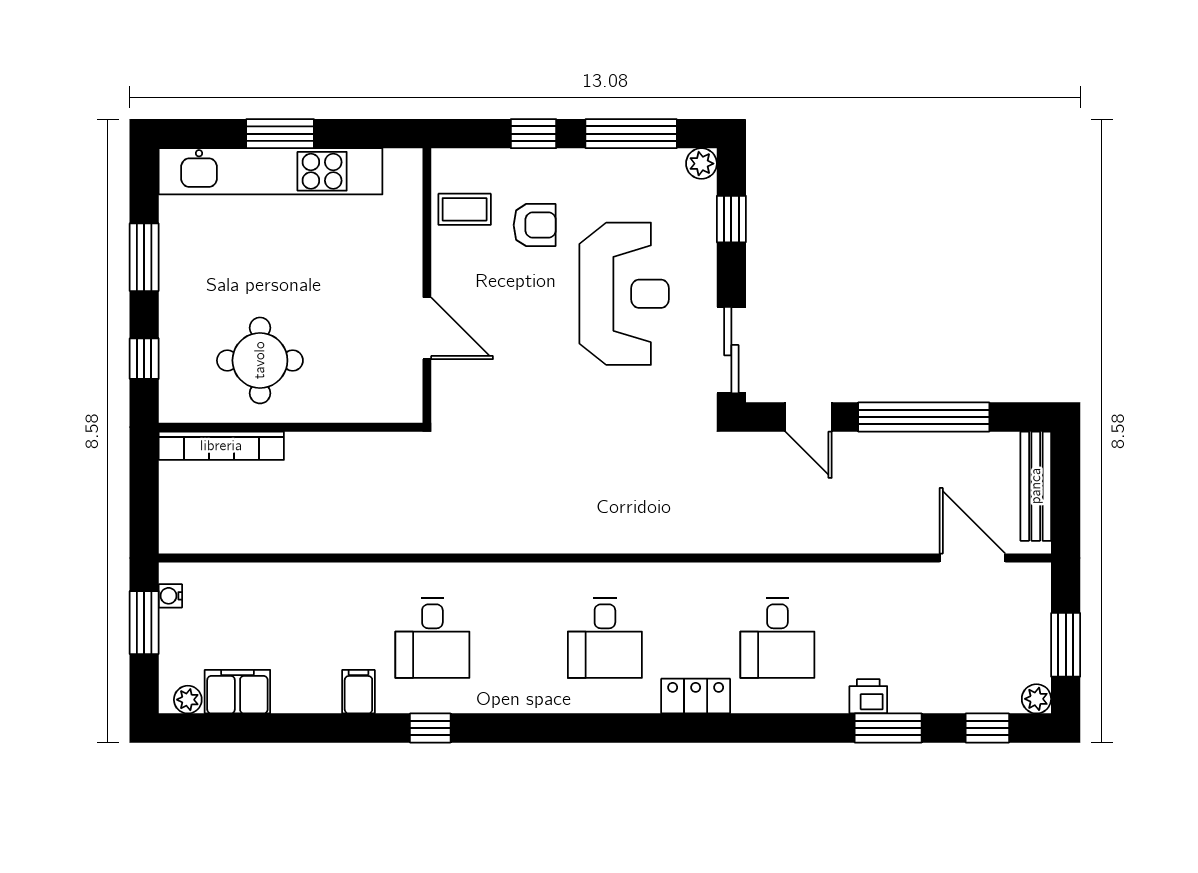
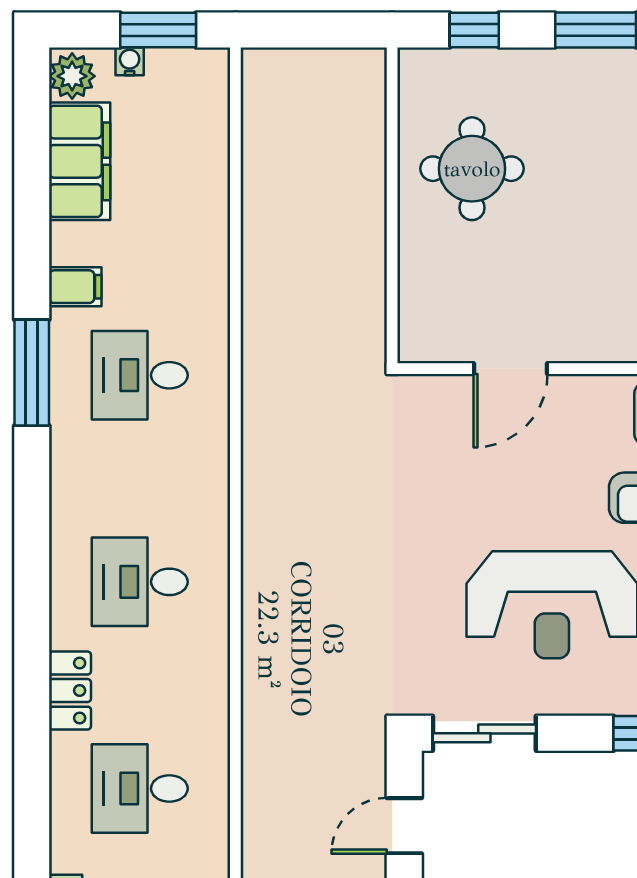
bookcase: (221, 446) -> (370, 122), removed
water cooler: (170, 596) -> (130, 61), moved
filing cabinet: (237, 692) -> (80, 161), width x1.50, depth x1.17
plant: (188, 700) -> (72, 76), width x1.38, depth x1.38
window: (430, 728) -> (32, 373), width x2.17

